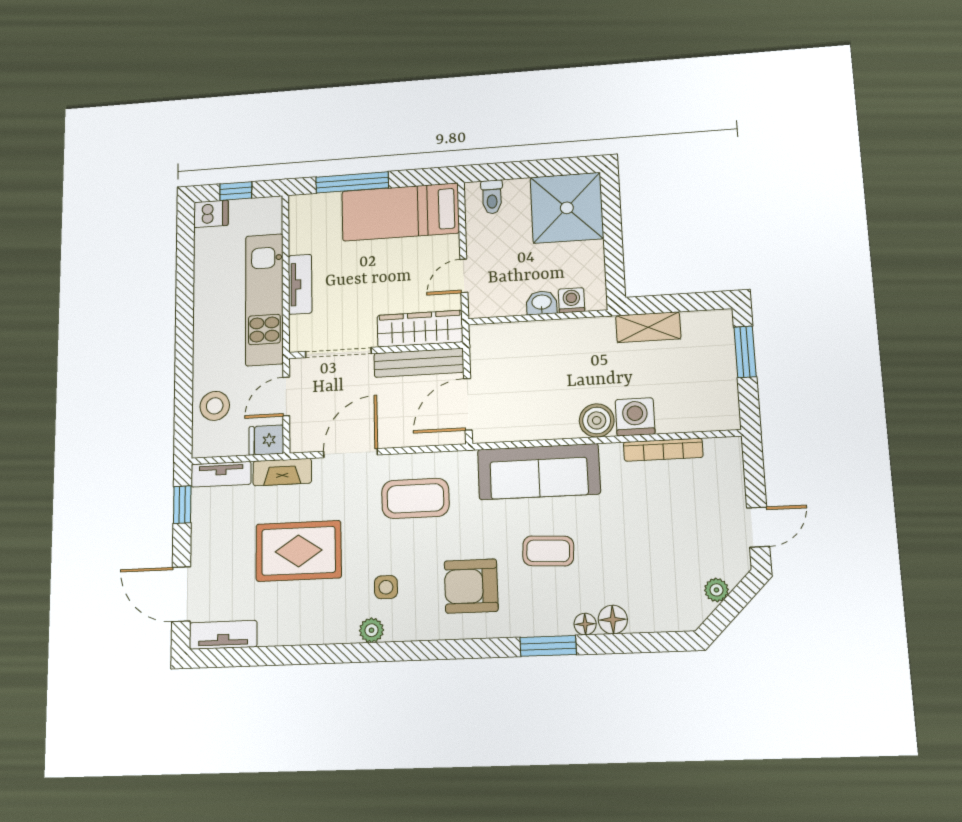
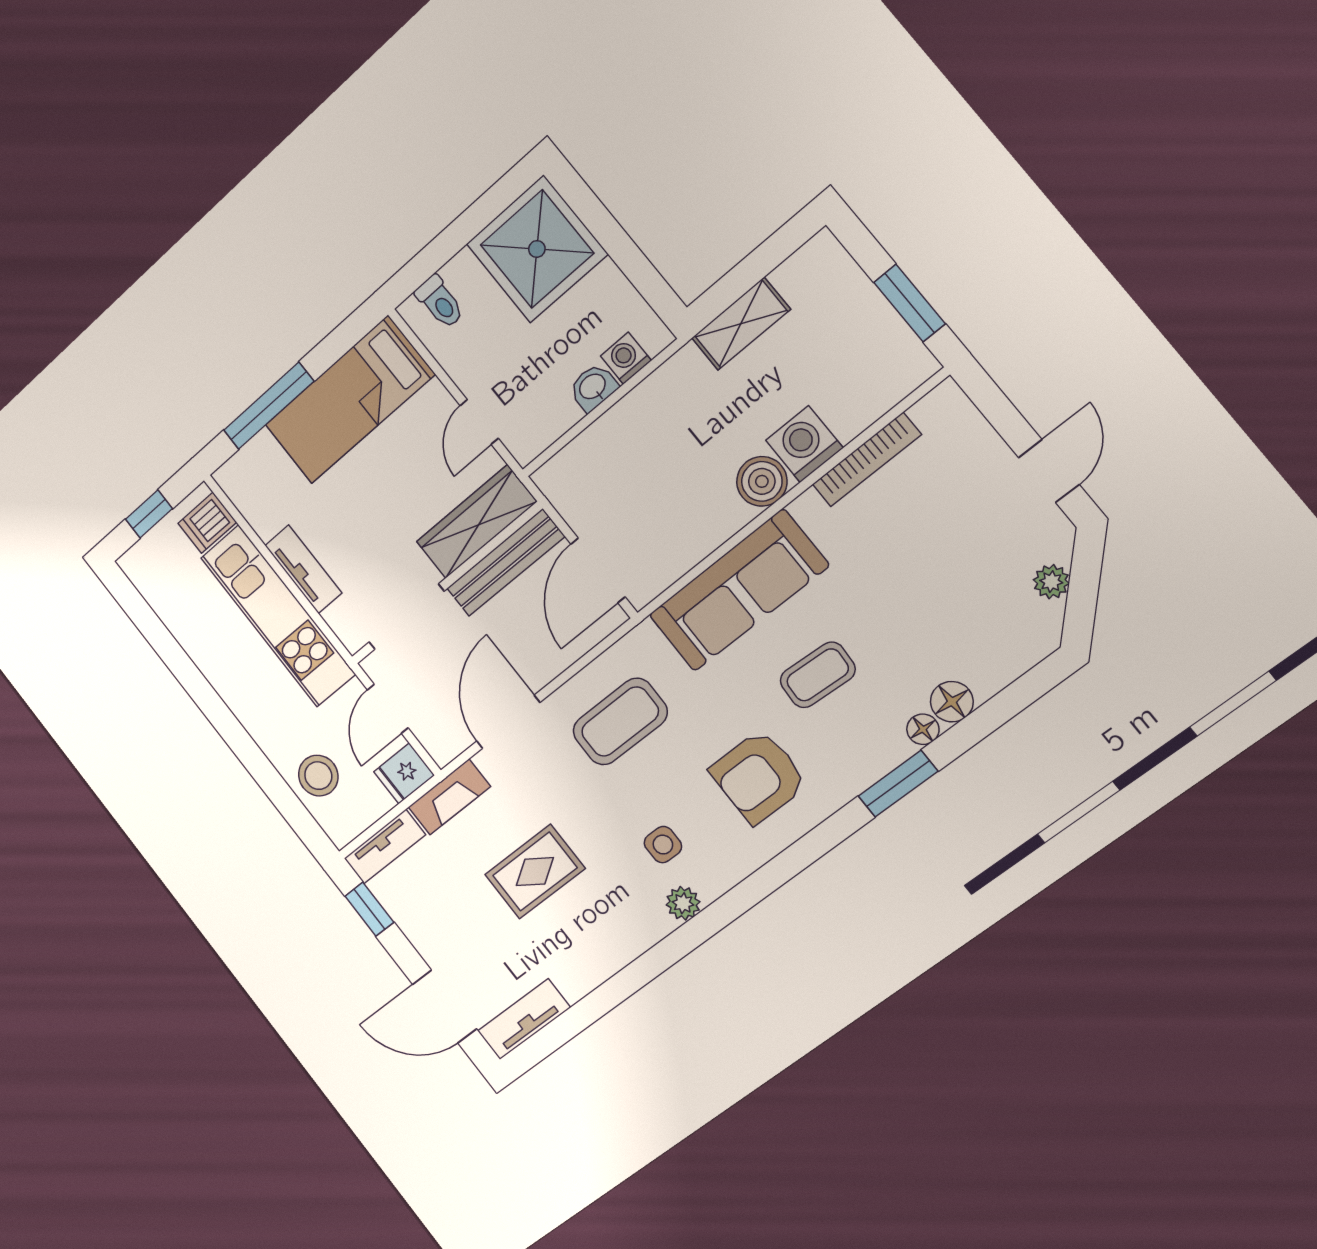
dishwasher: (211, 214) -> (207, 523), moved, turned 180
window: (745, 352) -> (910, 303), moved
rug: (298, 551) -> (535, 872), width x0.73, depth x0.70

